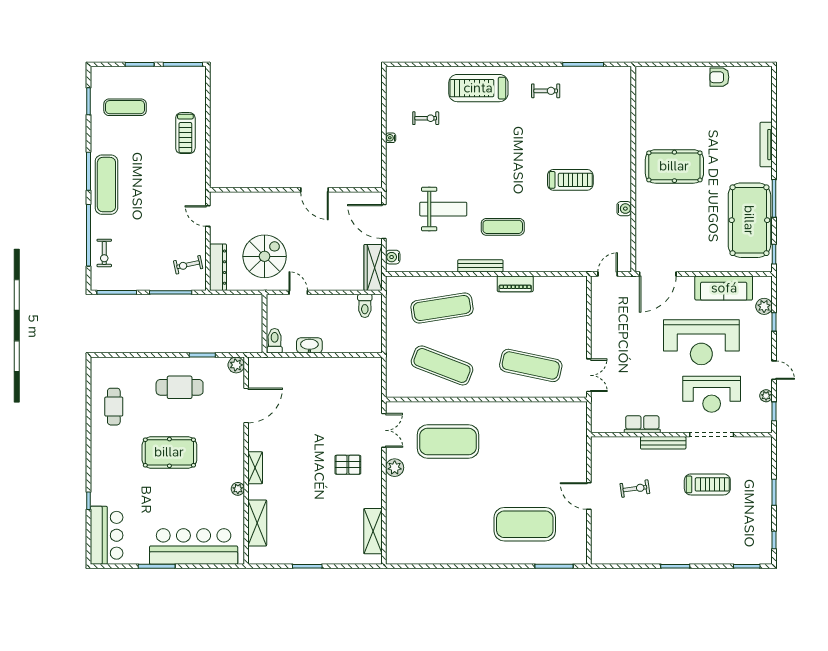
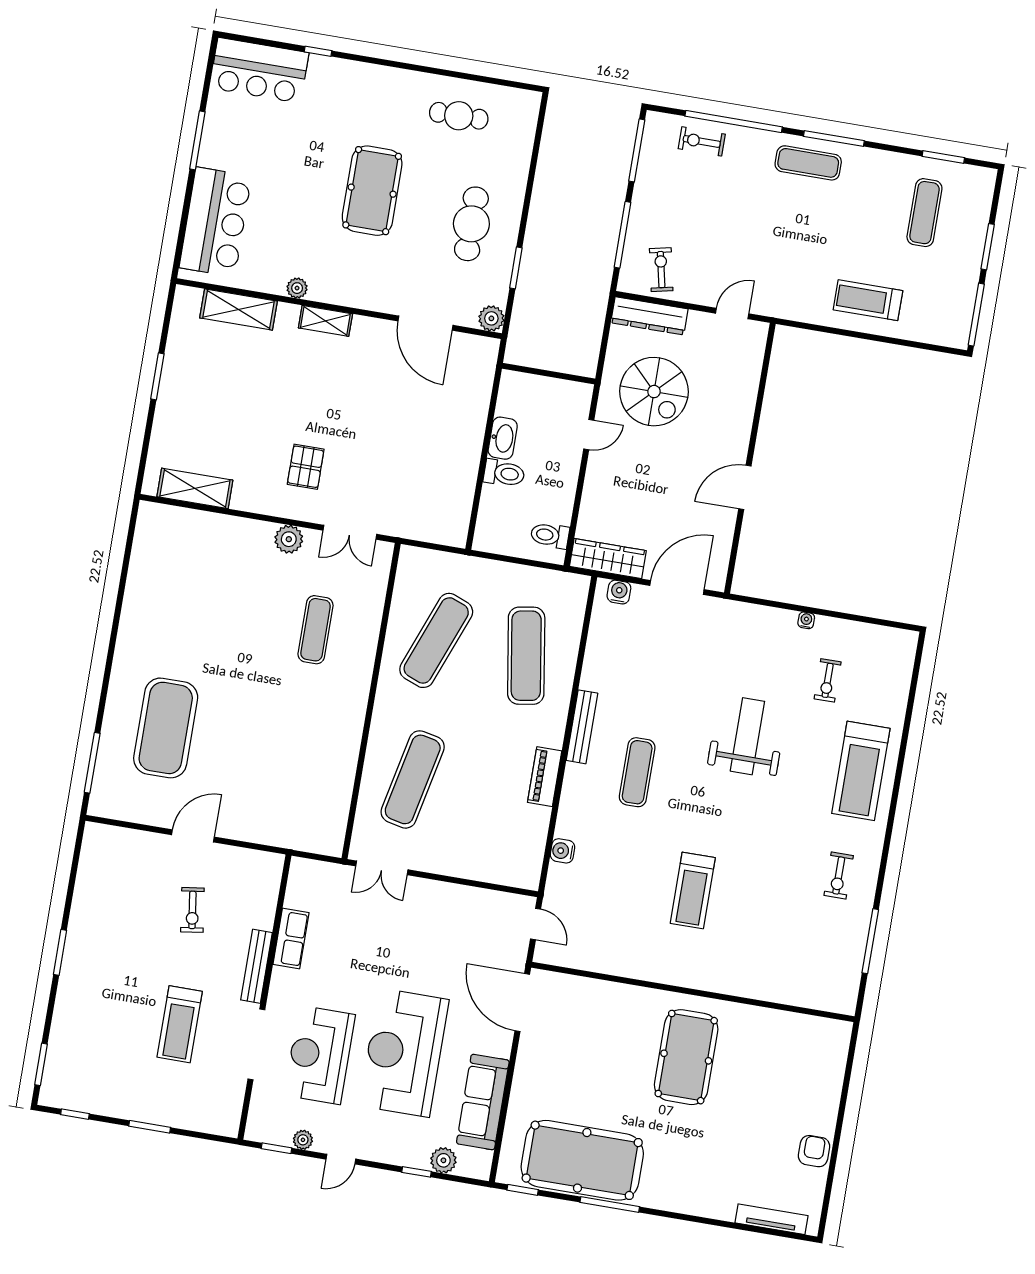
treadmill: (478, 88) -> (861, 771), turned 180
tv unit: (766, 145) -> (771, 1219), moved
exercise mat: (106, 185) -> (808, 163), width x0.73, depth x0.69
weight bench: (443, 209) -> (747, 736), moved, turned 180
water cooler: (624, 209) -> (562, 851), moved, turned 90
toilet: (275, 341) -> (504, 473), moved
exercise mat: (448, 441) -> (316, 630), width x0.50, depth x0.69
bar counter: (194, 547) -> (215, 222), width x0.73

